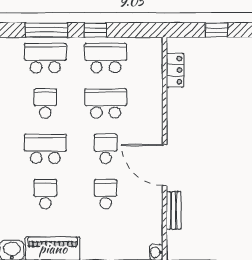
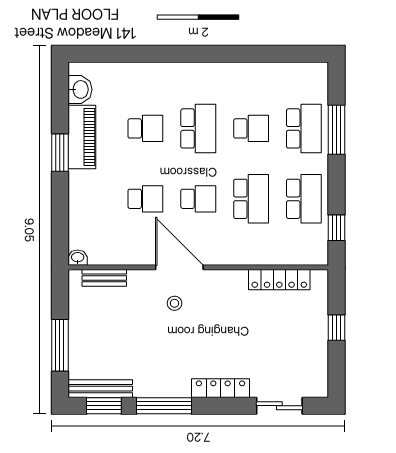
window: (96, 30) -> (337, 228), moved
locker: (175, 70) -> (279, 280), width x1.53
door: (165, 165) -> (179, 267), hinge flipped
stool: (195, 169) -> (175, 303), added
bench: (174, 210) -> (104, 278), moved

